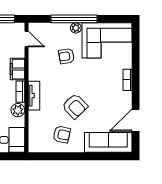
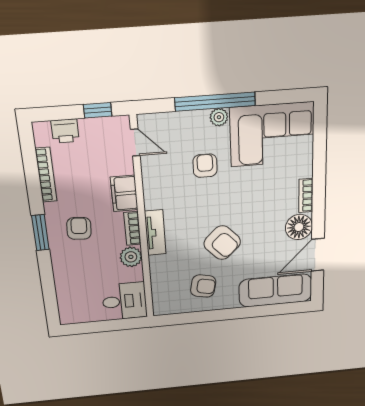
armchair: (66, 56) -> (205, 166), turned 99
floor lamp: (123, 100) -> (299, 227), added

